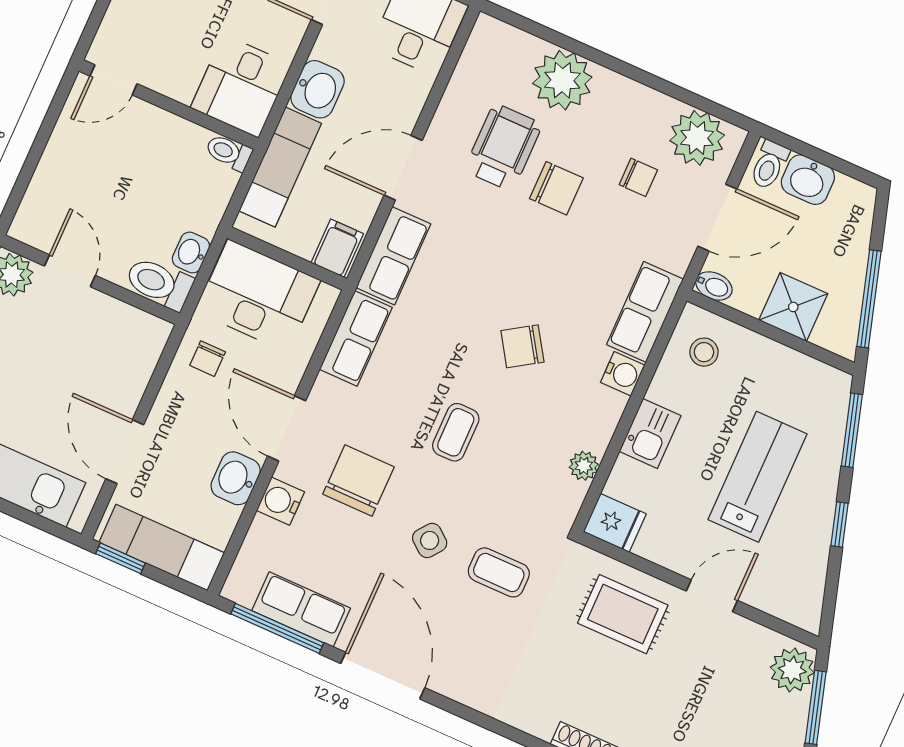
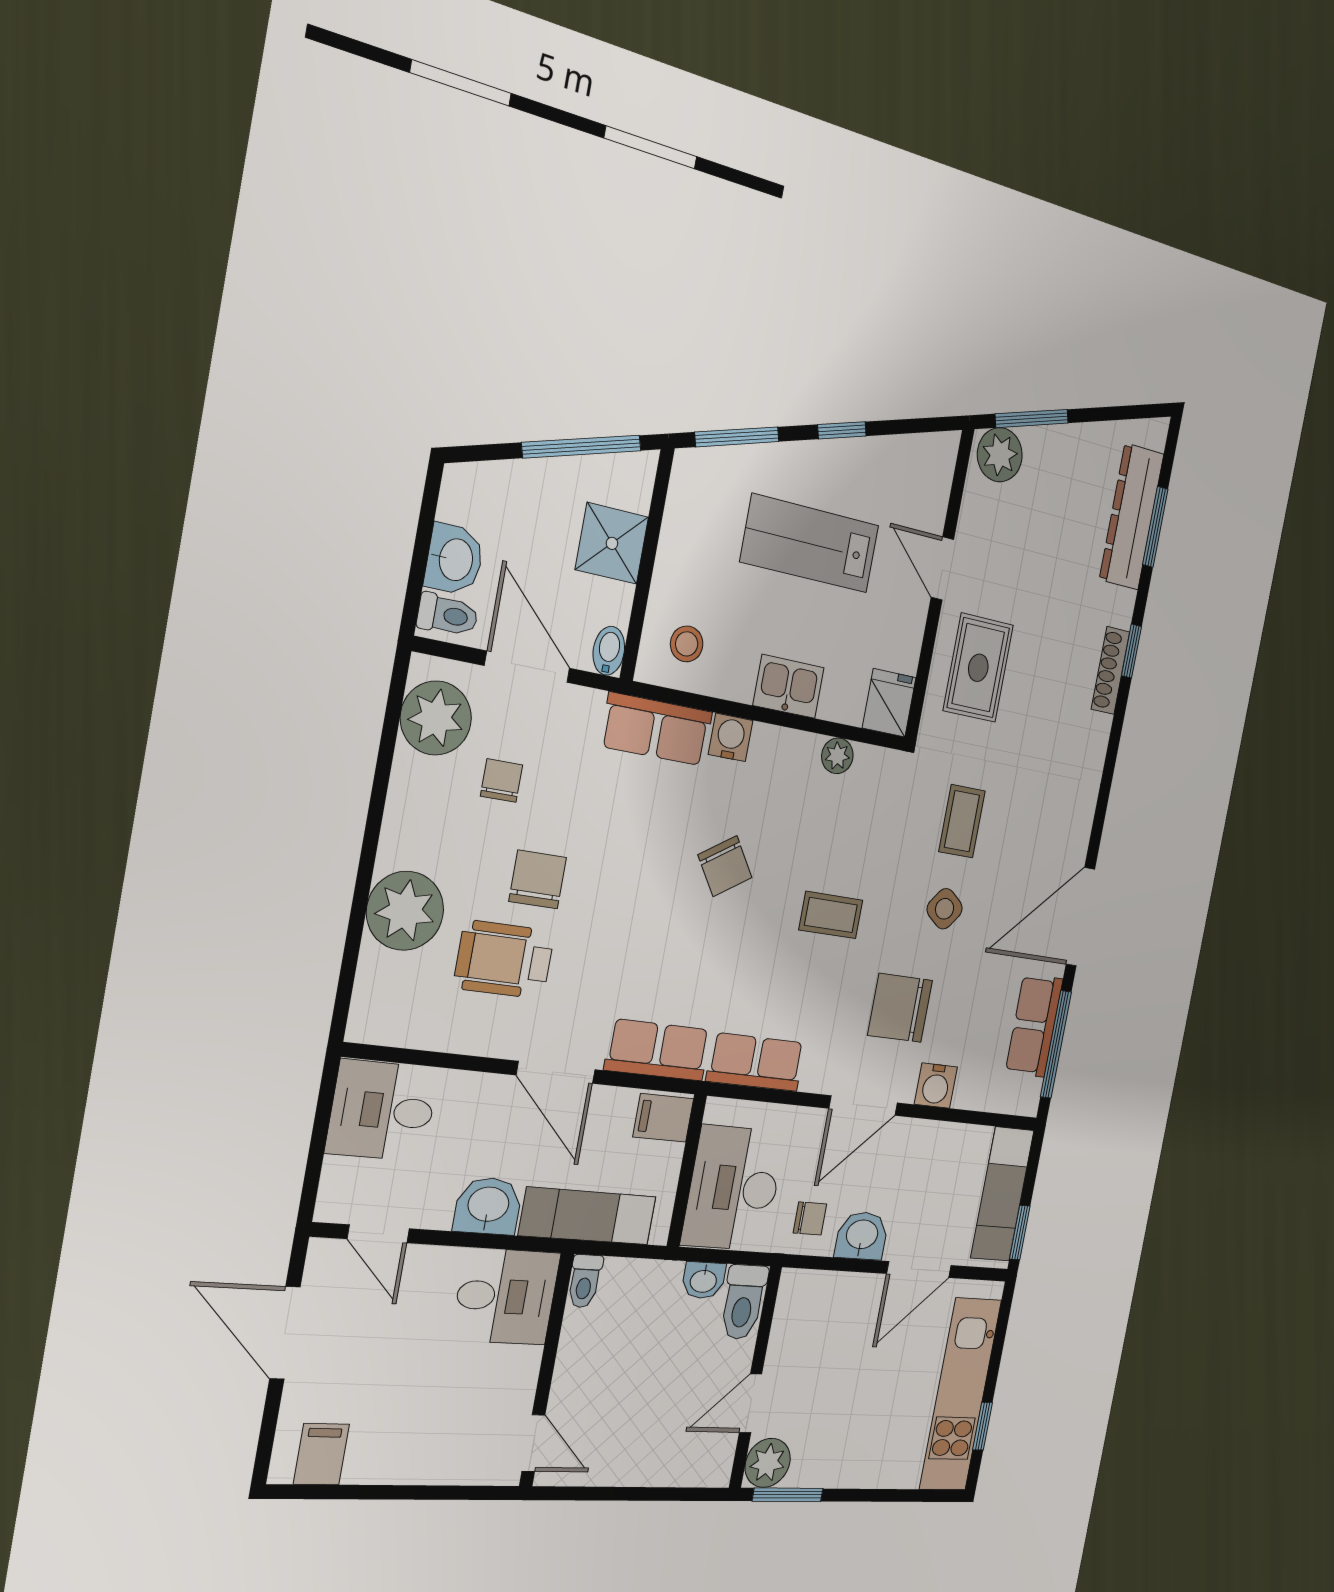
washbasin: (236, 478) -> (862, 1236), moved, turned 180

